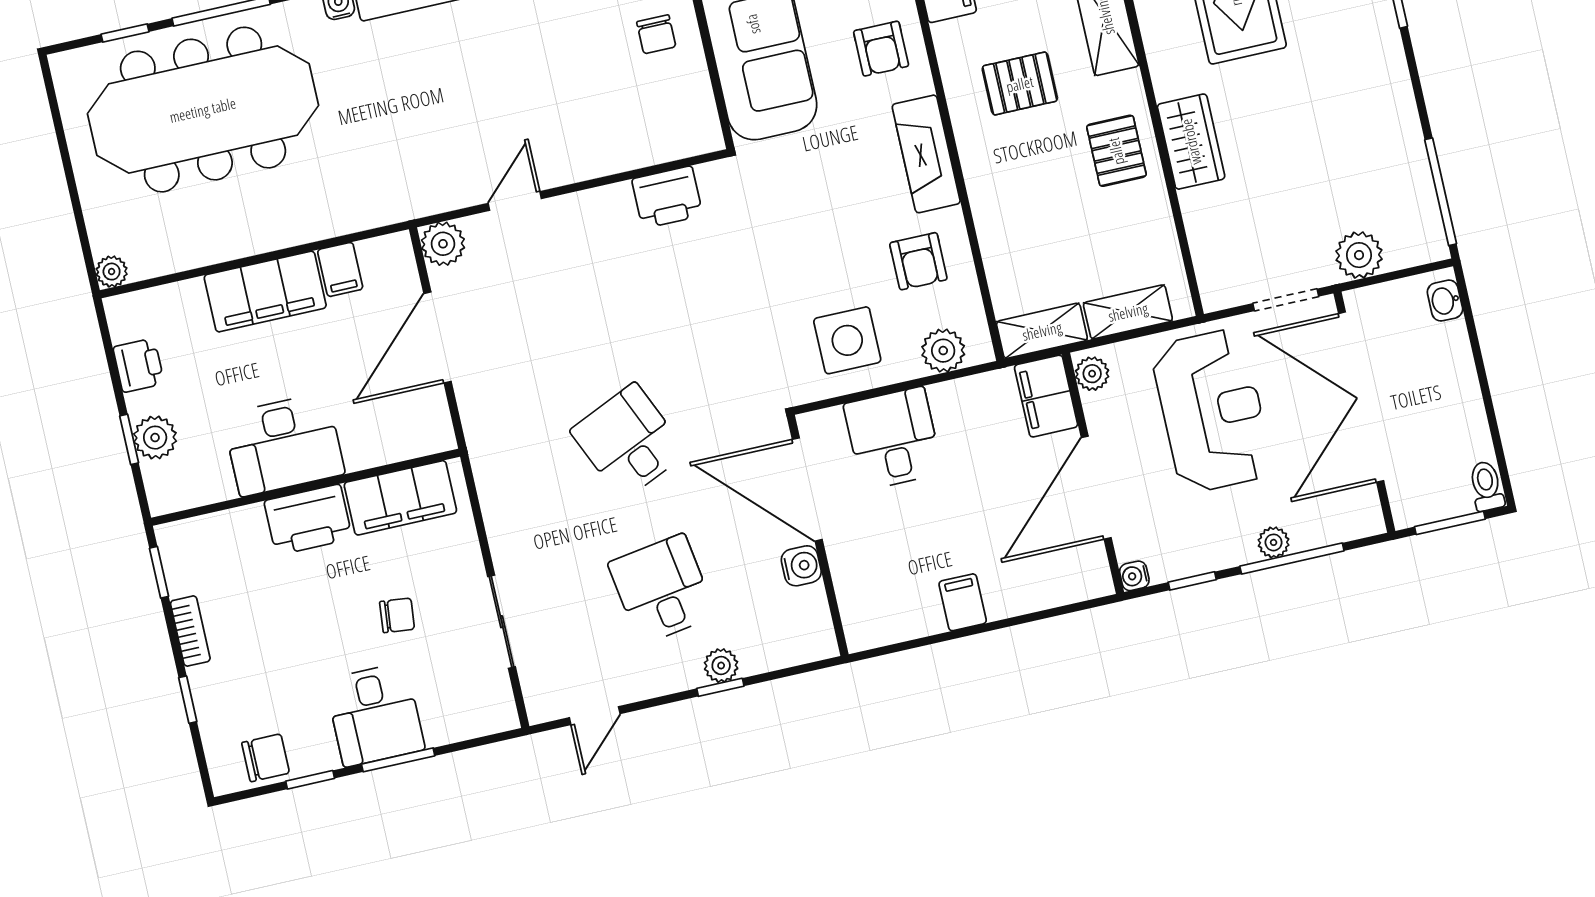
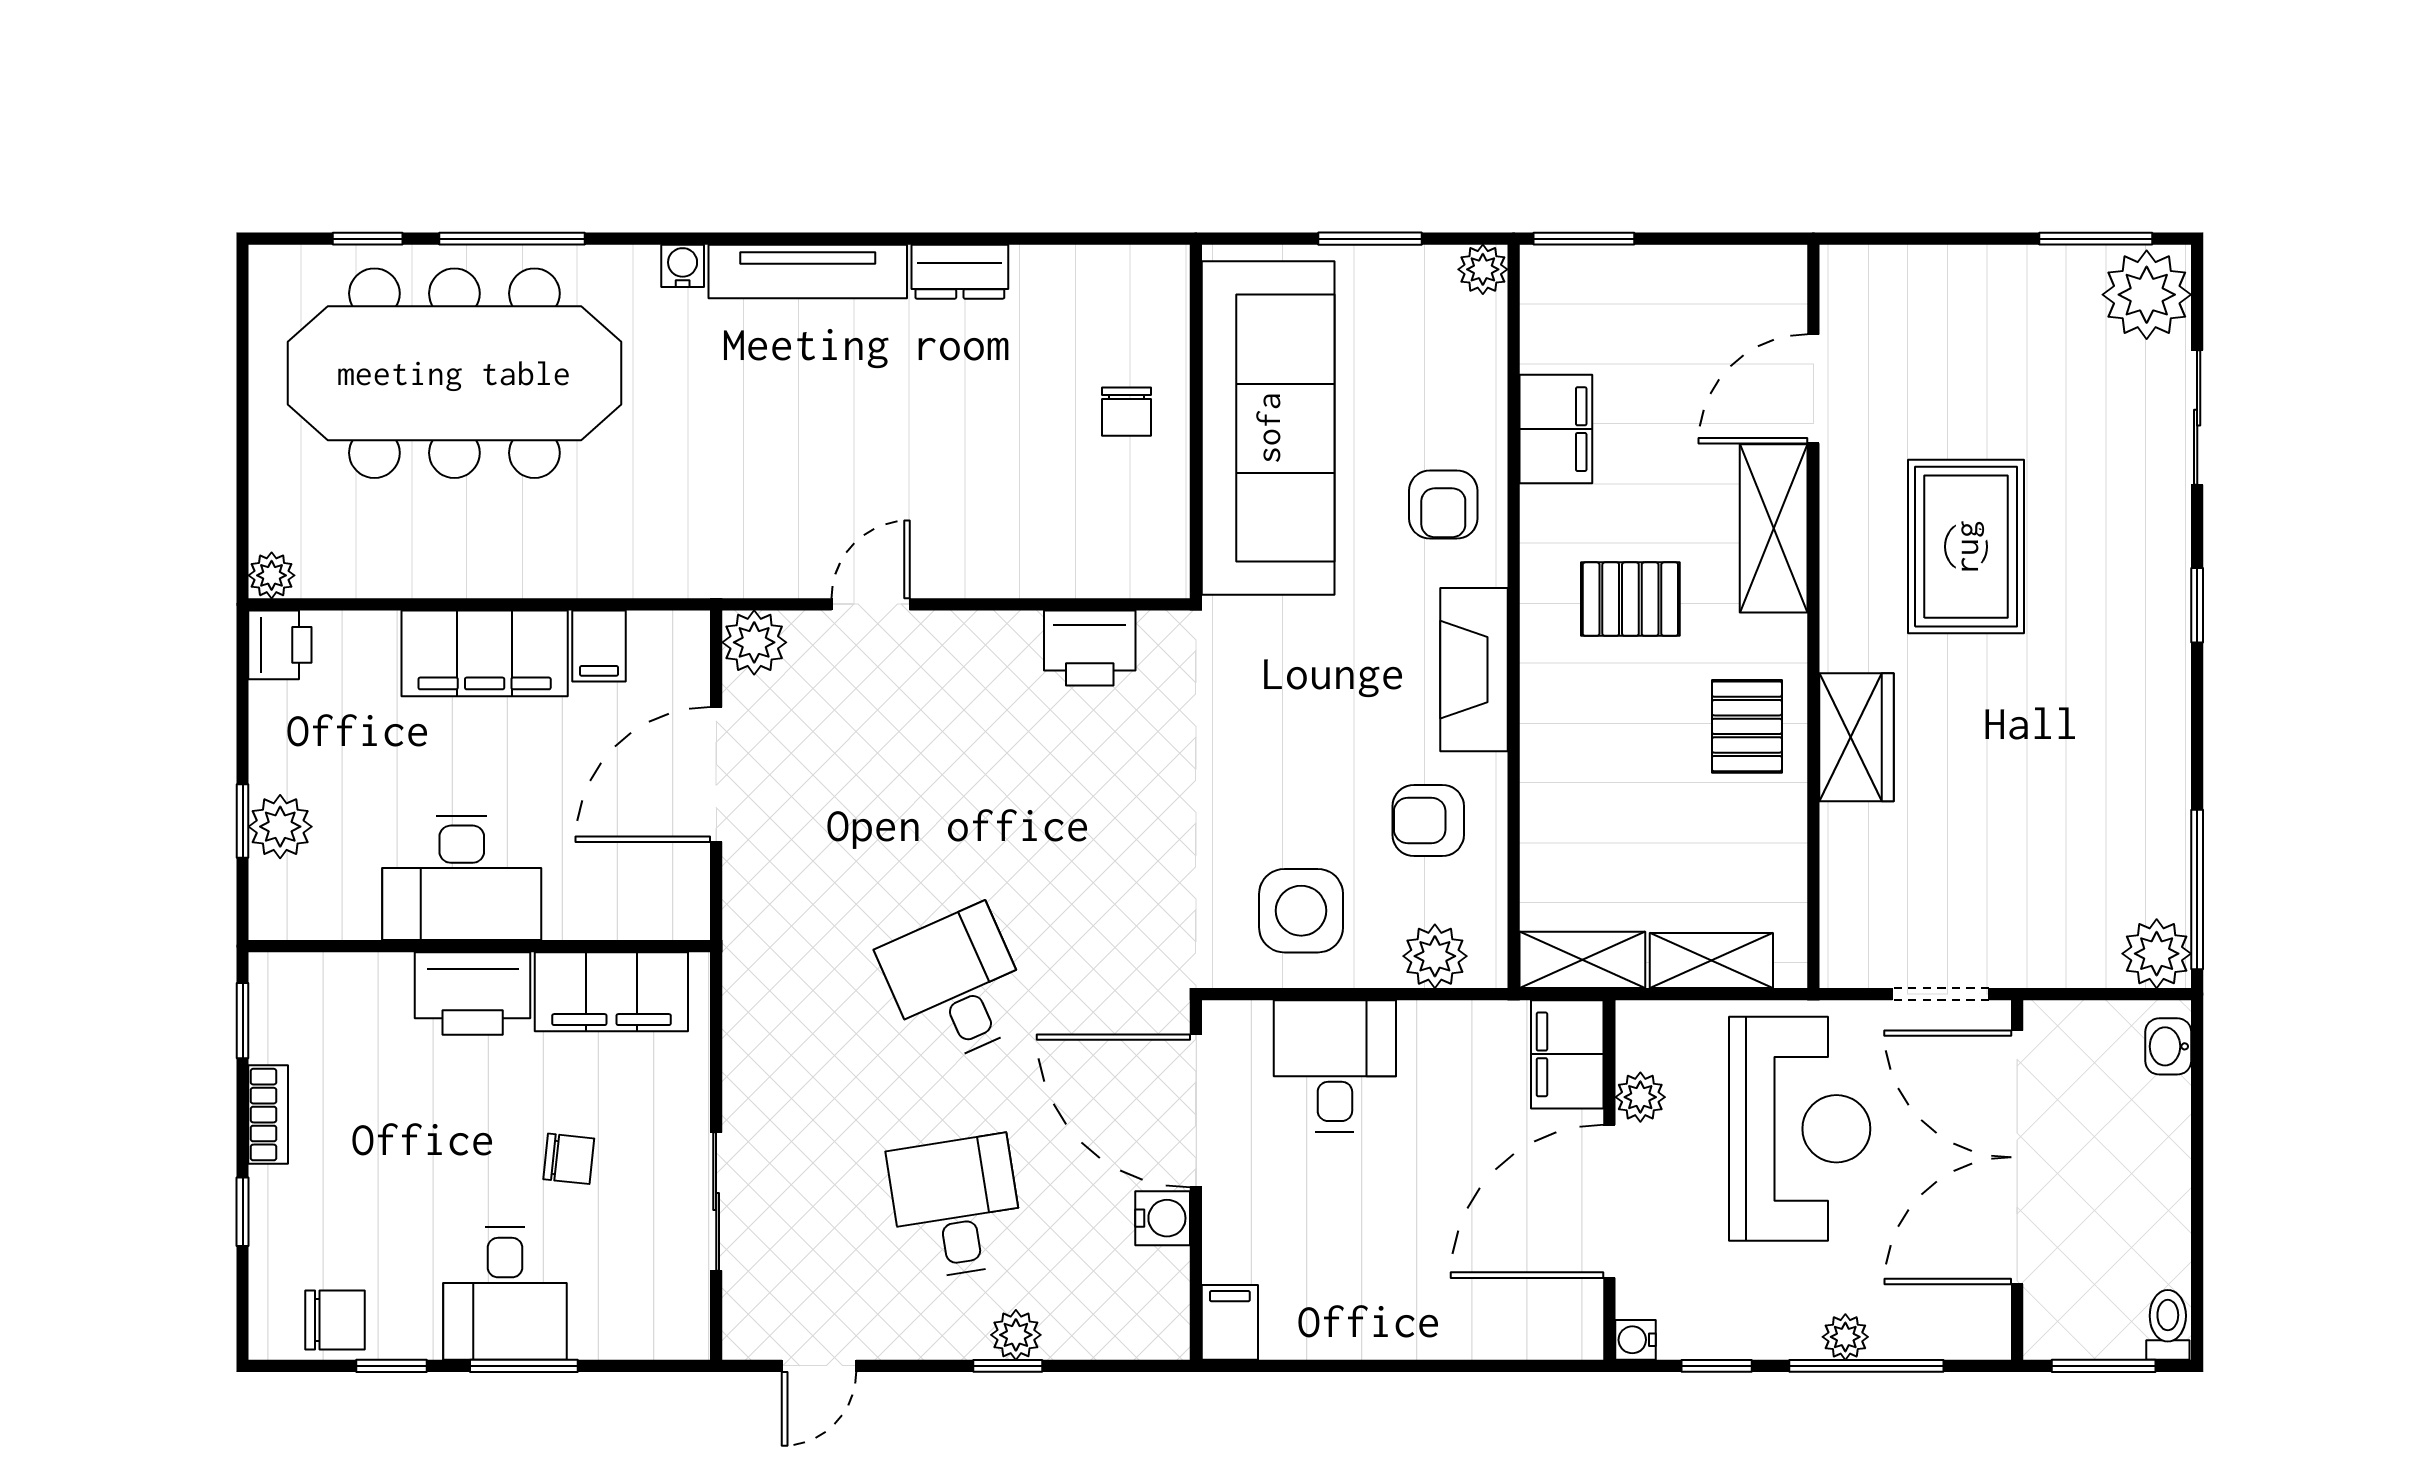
plant: (1359, 255) -> (2157, 954), moved
armchair: (918, 261) -> (1428, 820), turned 90
printer: (139, 365) -> (280, 645), moved
plant: (1092, 374) -> (1640, 1097), moved
filing cabinet: (963, 602) -> (1230, 1322), moved

